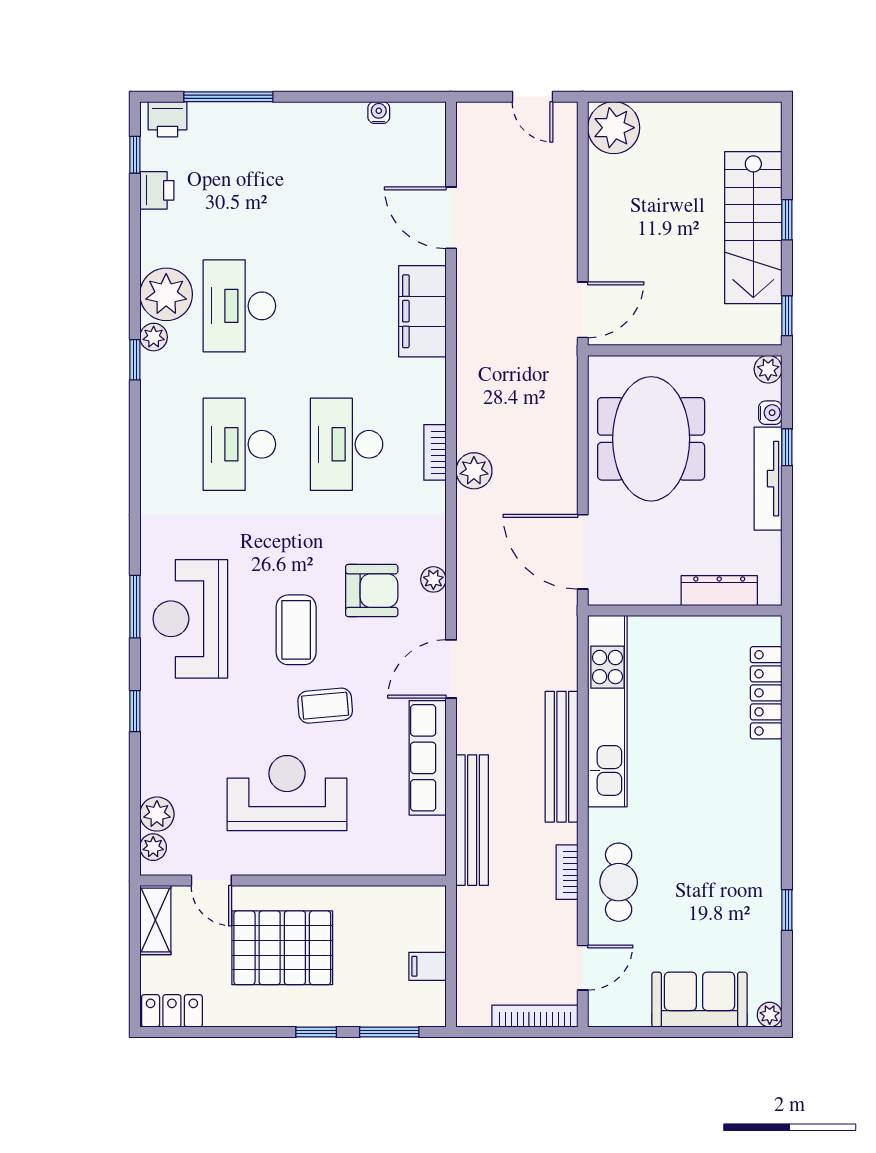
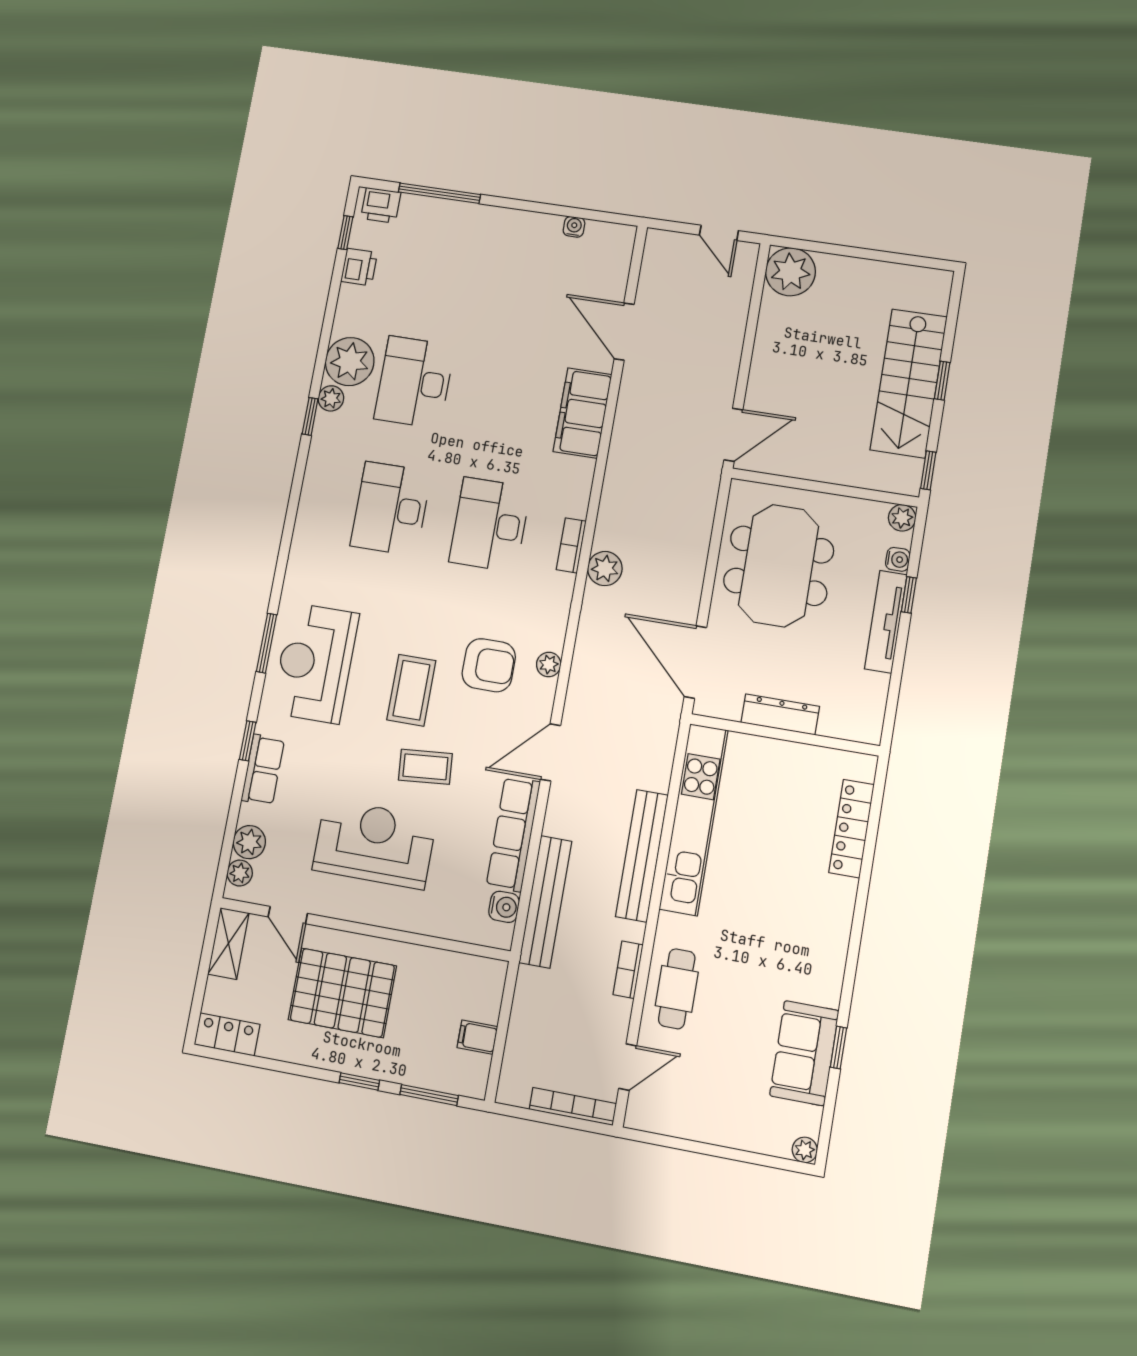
dresser: (719, 591) -> (780, 714), moved
row of seats: (157, 738) -> (263, 770), added
water cooler: (431, 833) -> (504, 907), added
sofa: (699, 1000) -> (804, 1053), moved, turned -90

